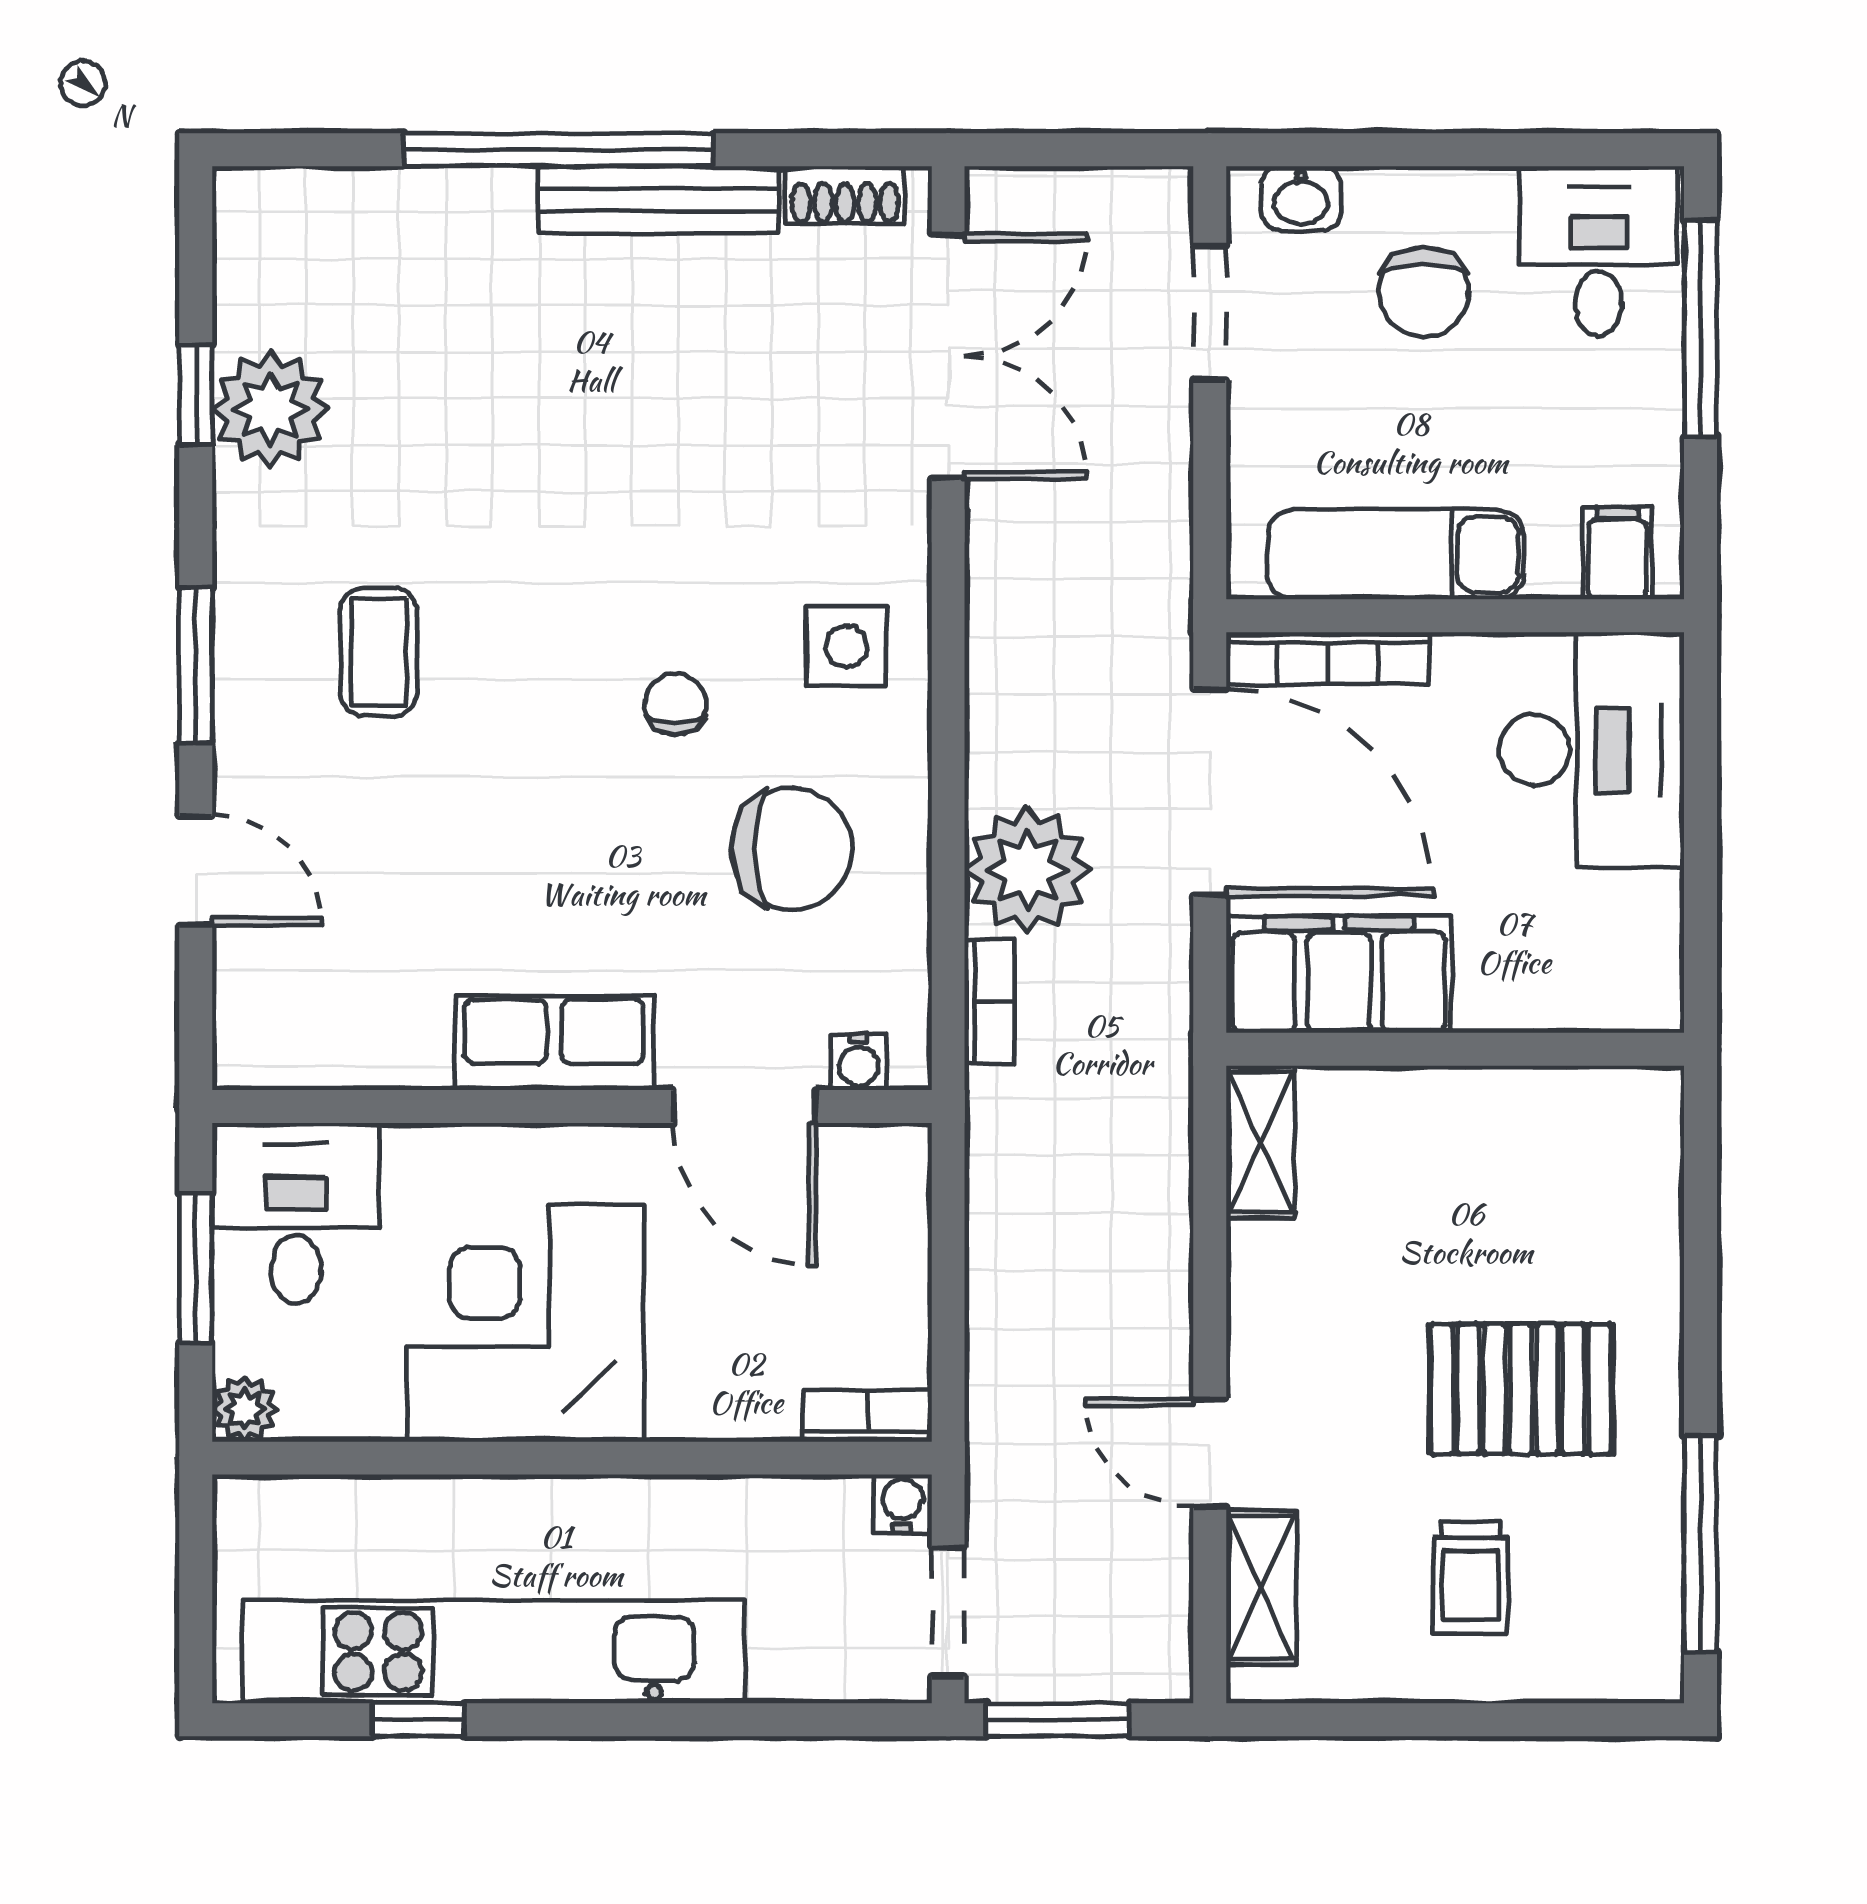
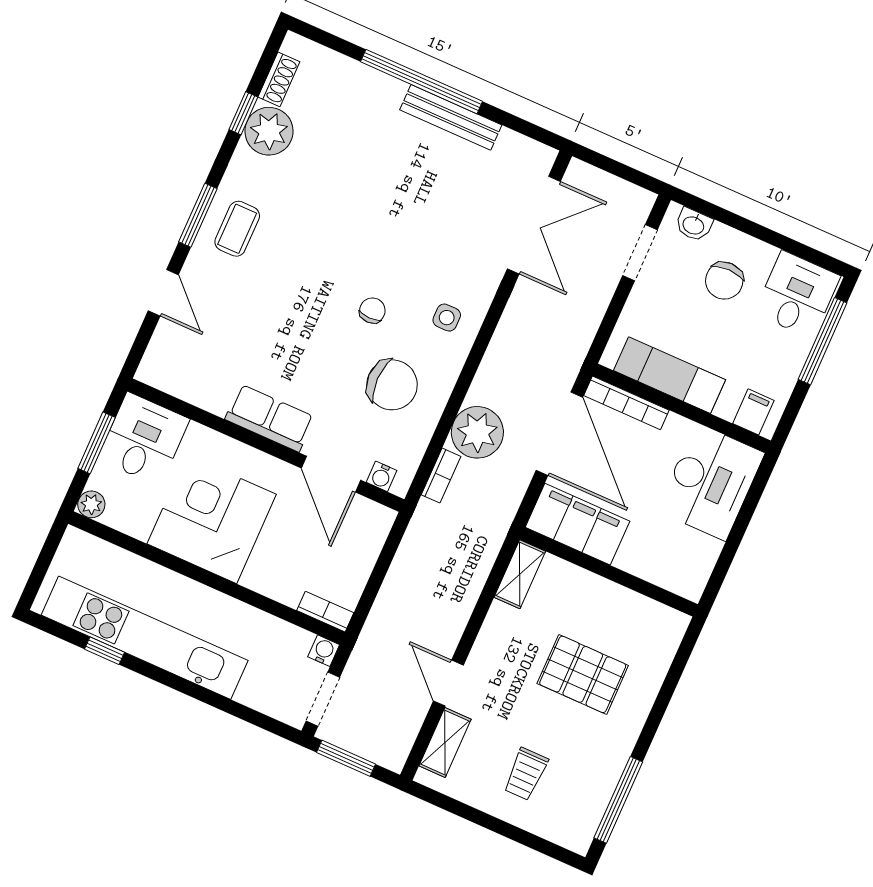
shoe rack: (845, 195) -> (279, 79), moved, turned -90
side table: (846, 646) -> (447, 318), width x0.73, depth x0.73
coffee table: (379, 652) -> (237, 229), moved
pallet: (1521, 1389) -> (583, 674), moved

